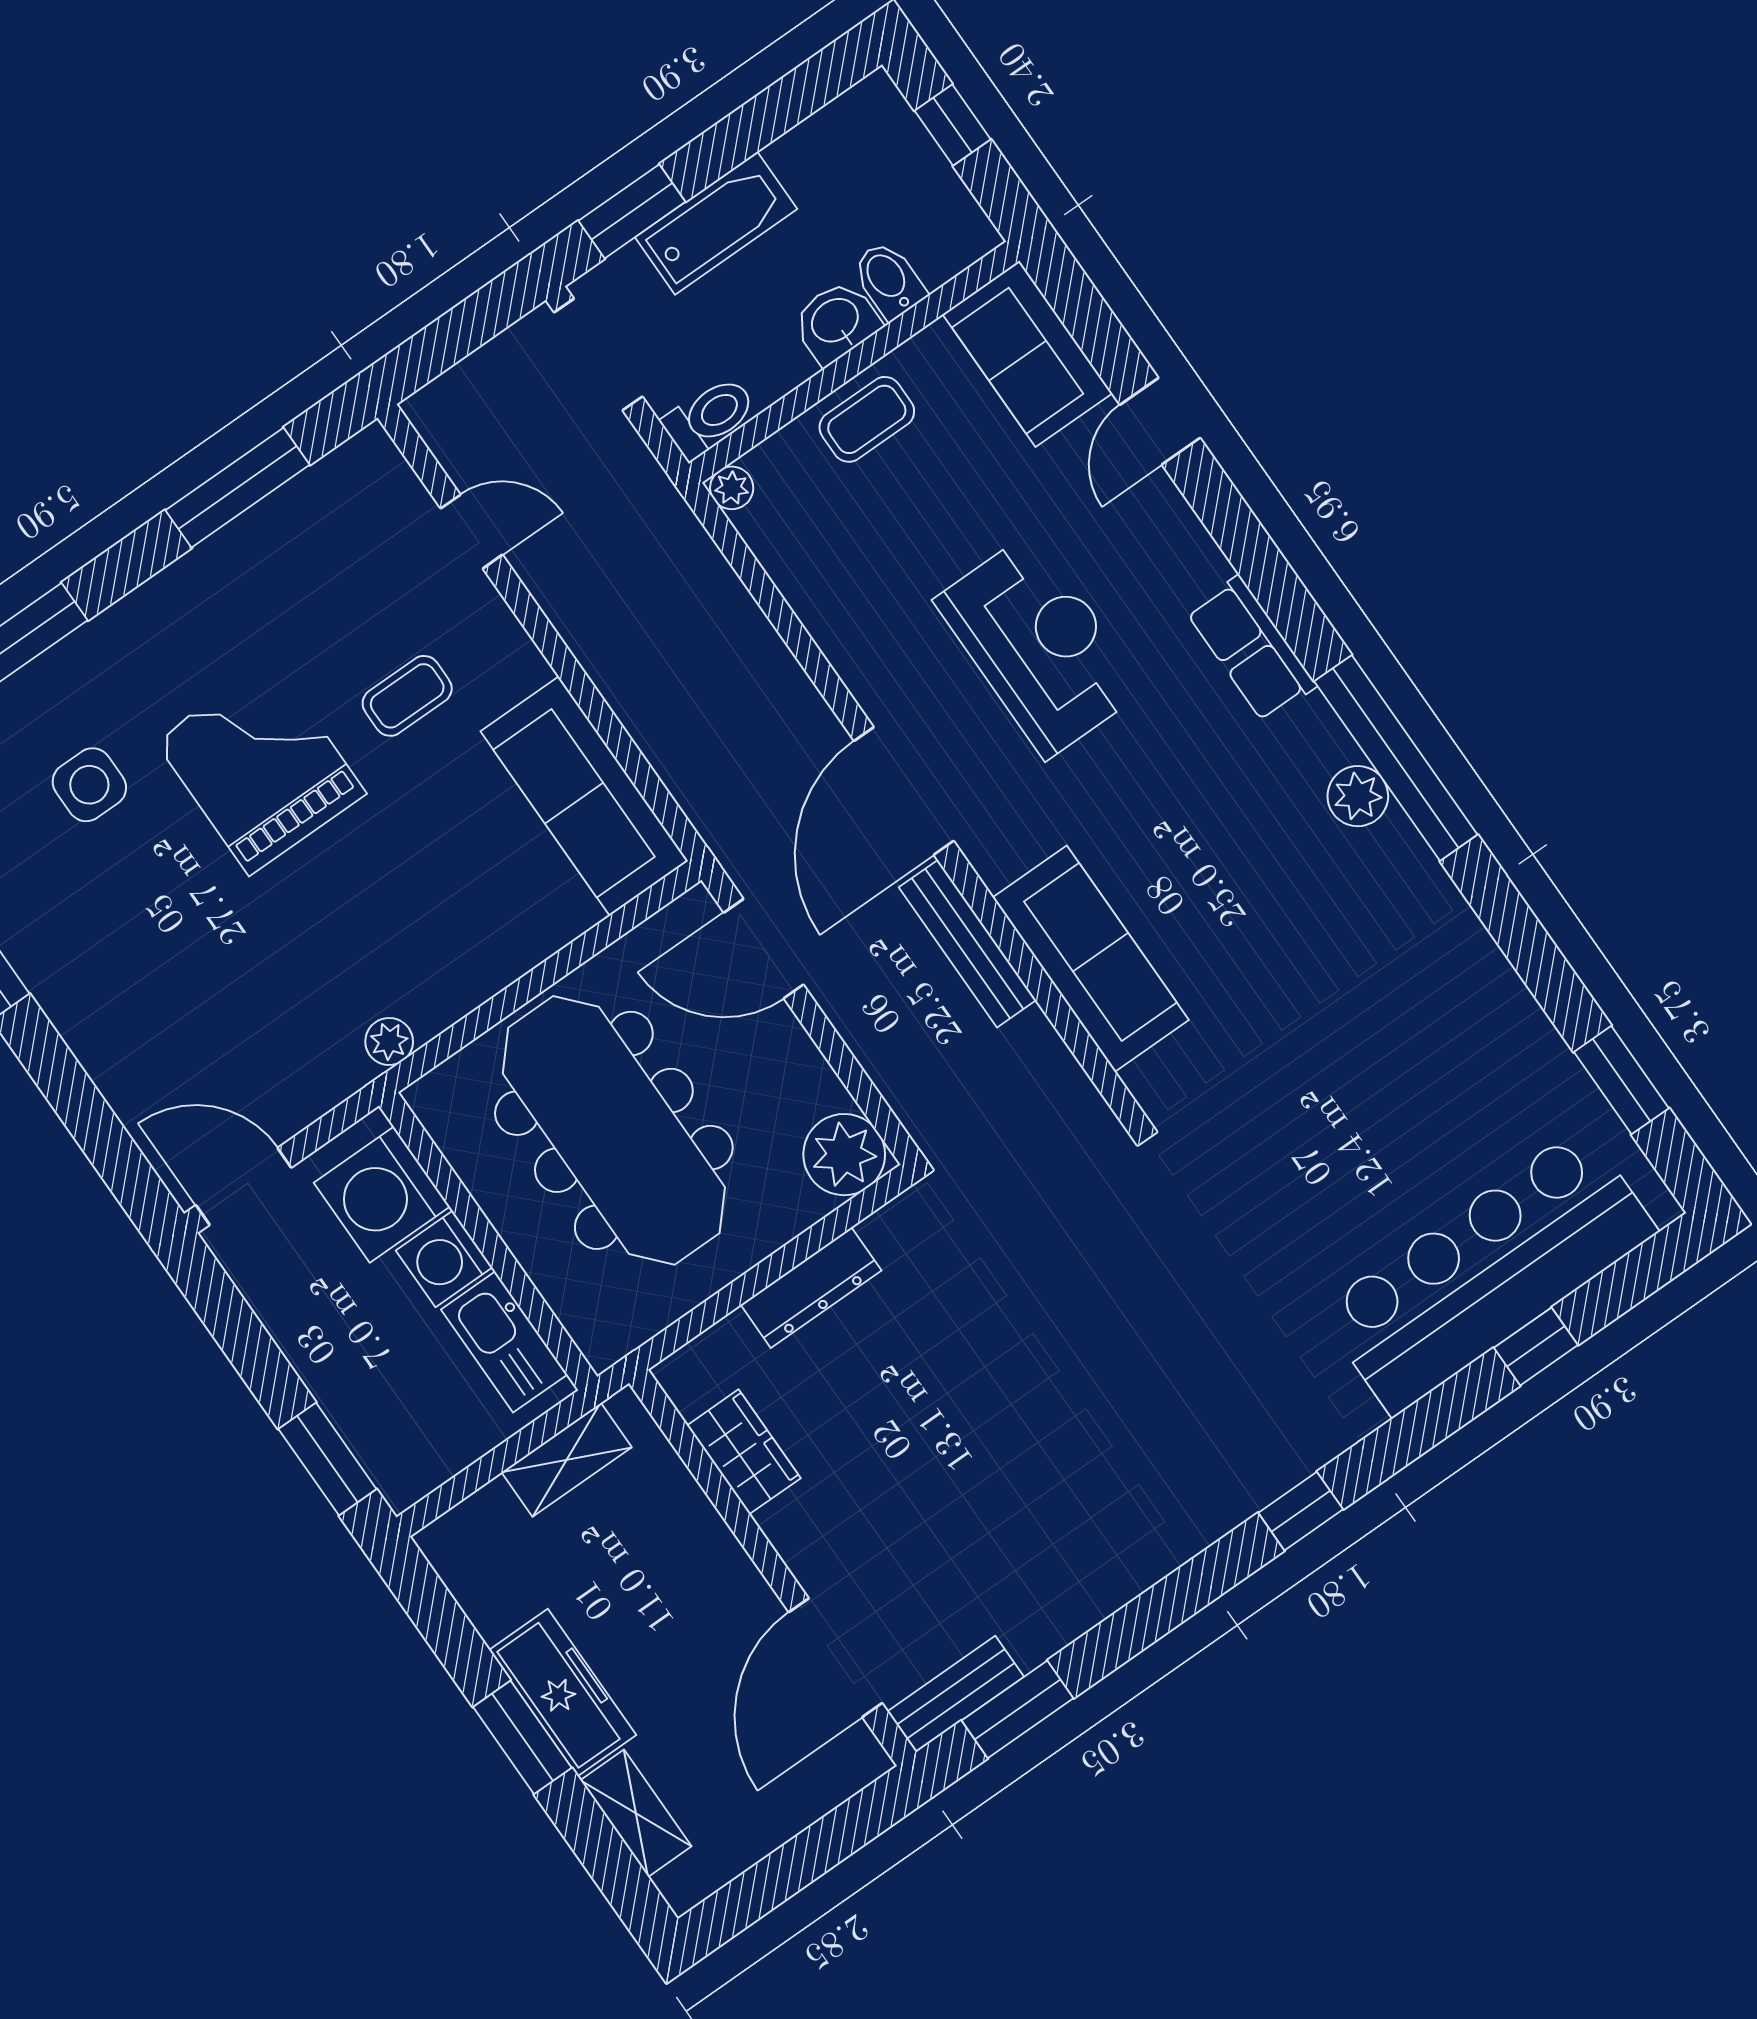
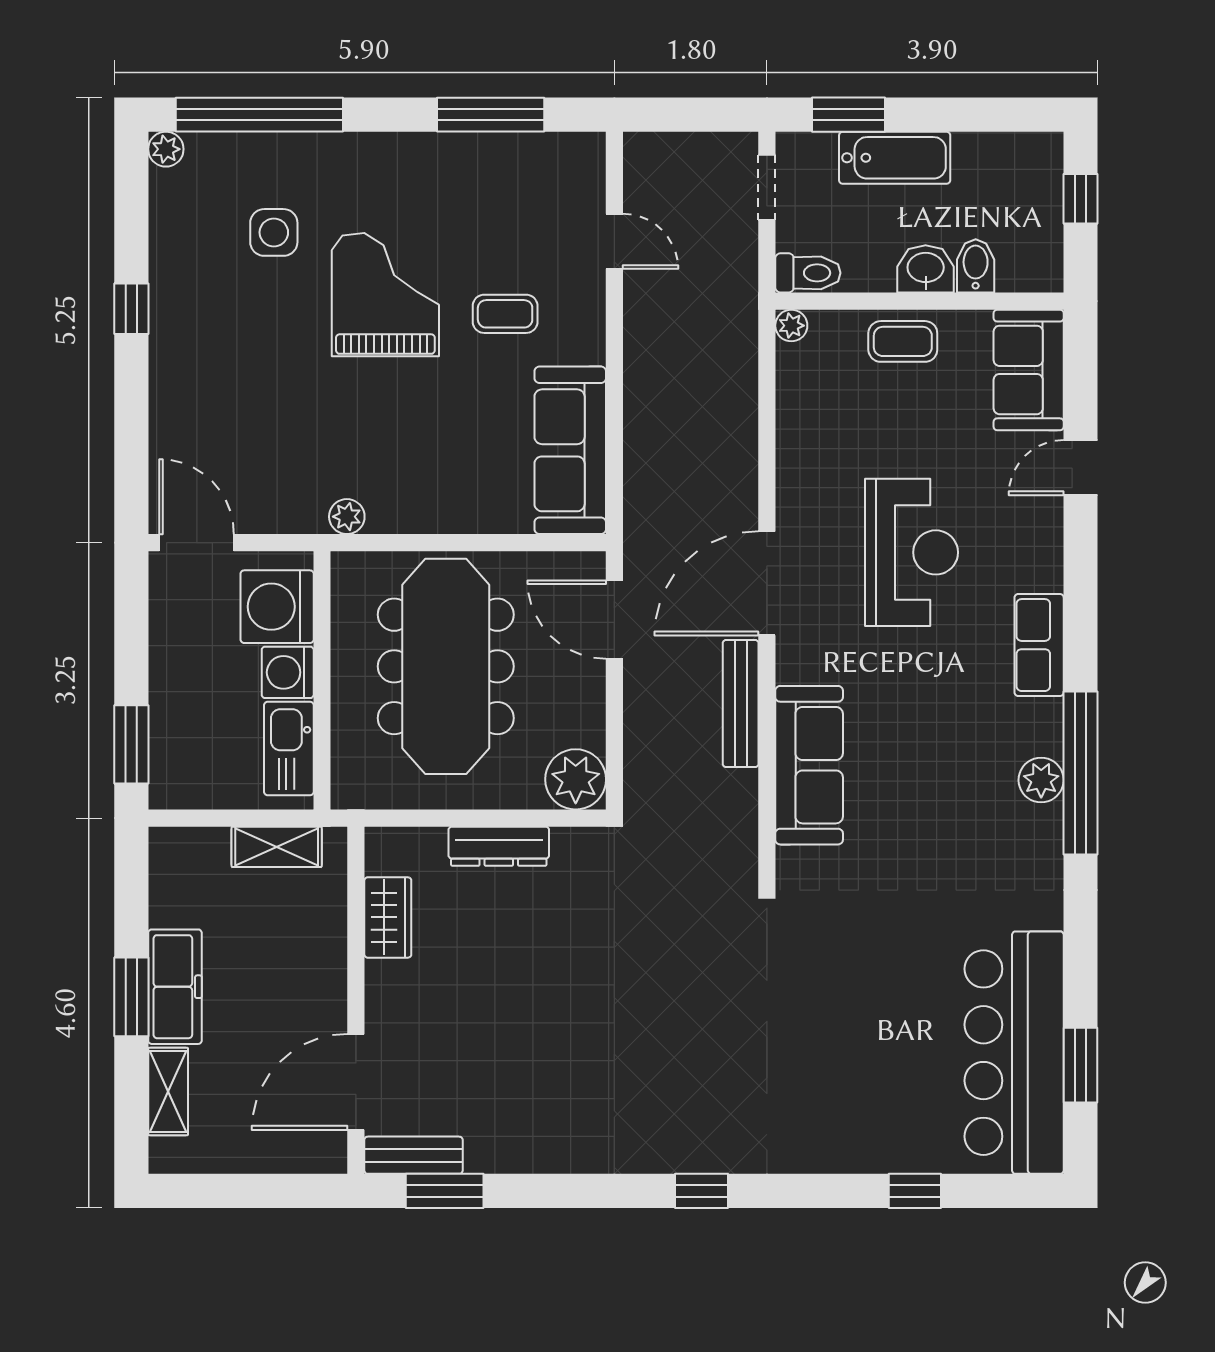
doorway: (598, 355) -> (767, 187), width x0.73
bar counter: (1488, 1271) -> (1014, 1053), moved, turned -90

